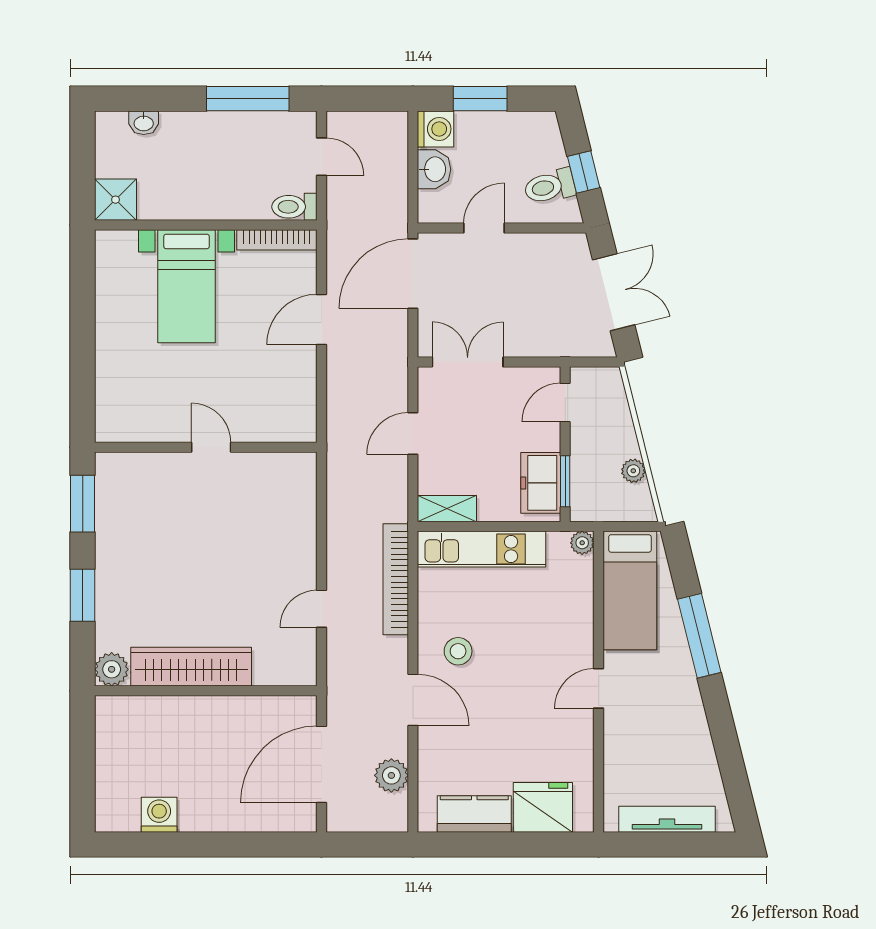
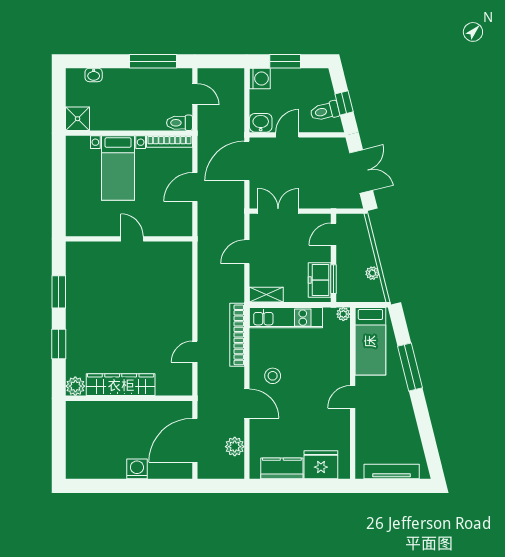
washbasin: (434, 169) -> (261, 123), moved, turned -90
wall: (206, 447) -> (129, 239), moved
door: (211, 447) -> (132, 239), moved
washing machine: (159, 815) -> (137, 469), moved

